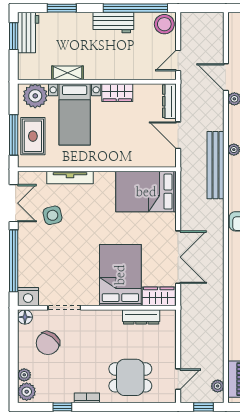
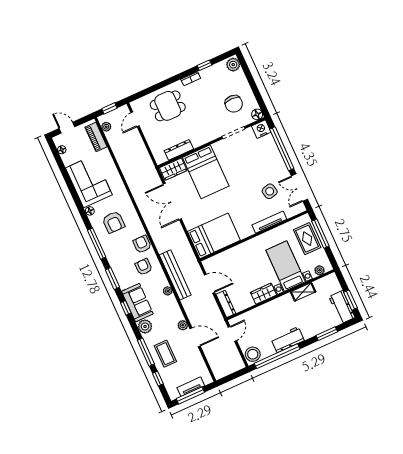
plant: (35, 96) -> (319, 270), width x0.53, depth x0.53
chair: (48, 343) -> (234, 104), turned 144
plant: (24, 375) -> (240, 75), removed

